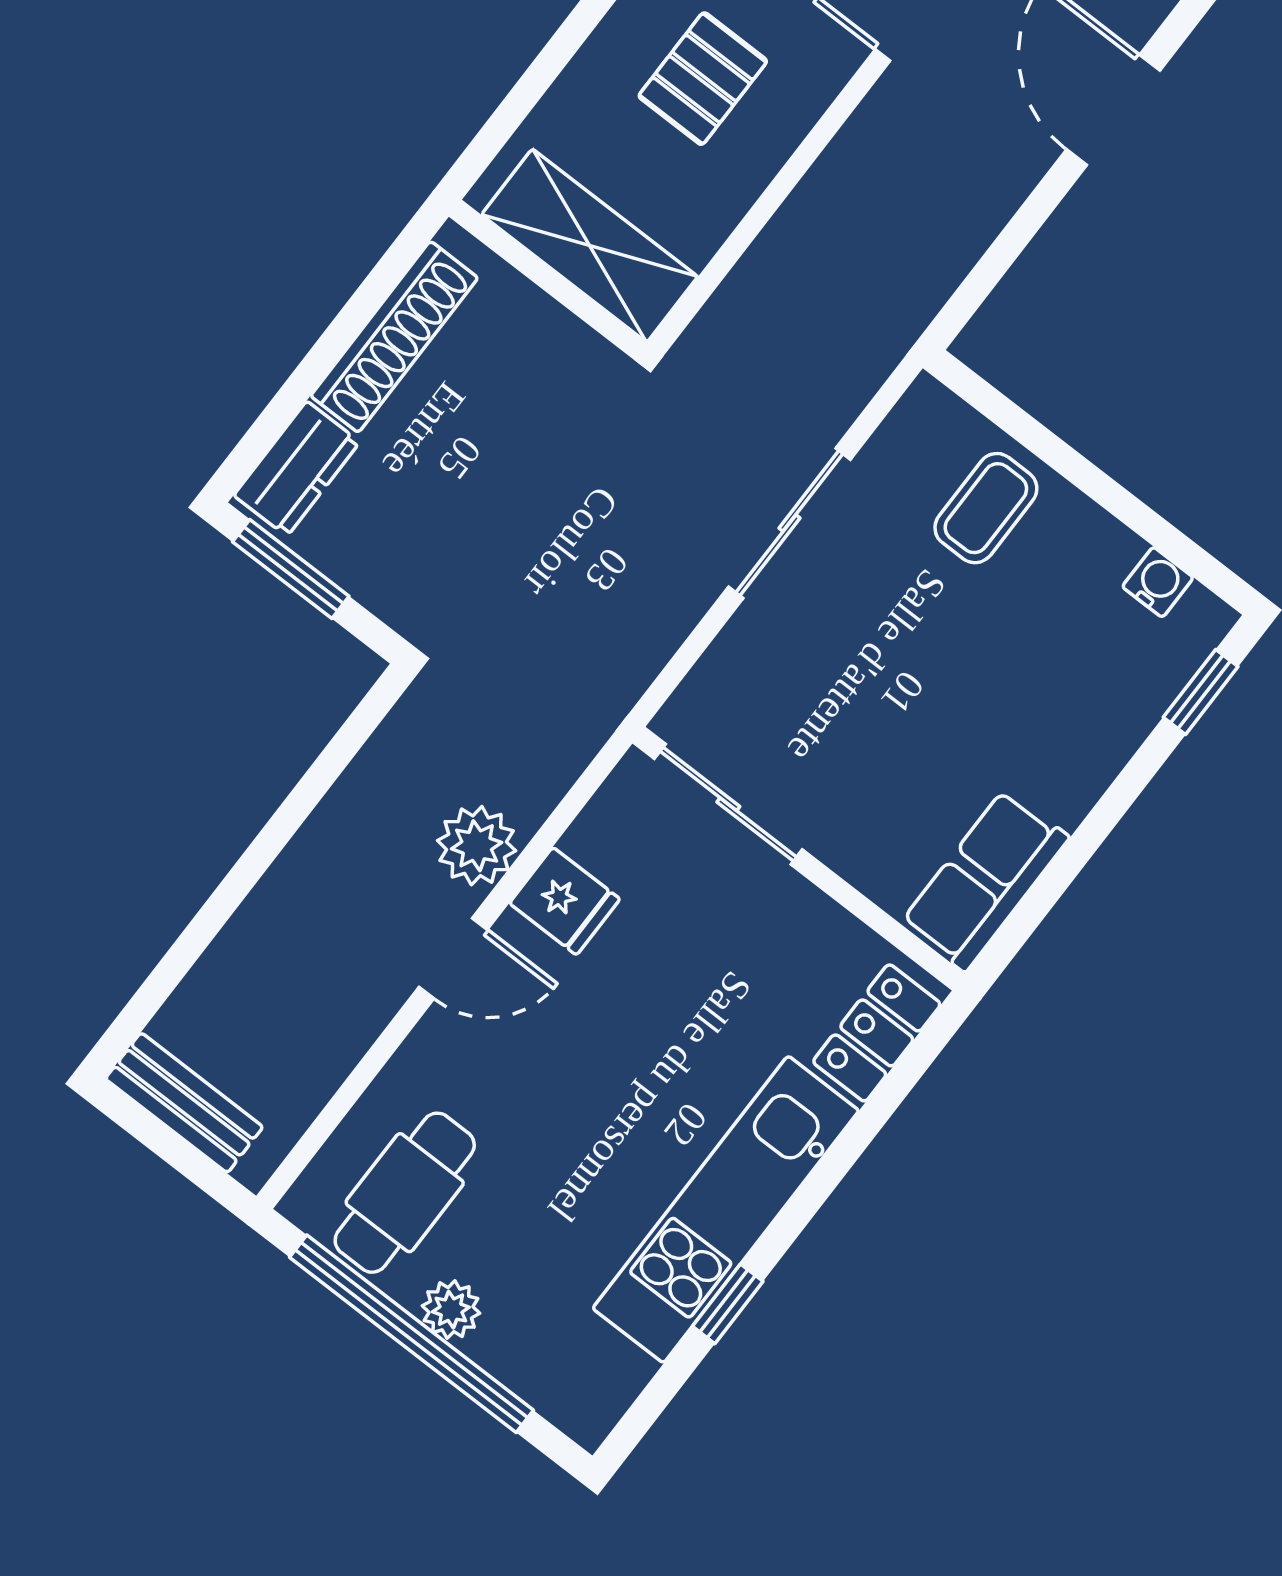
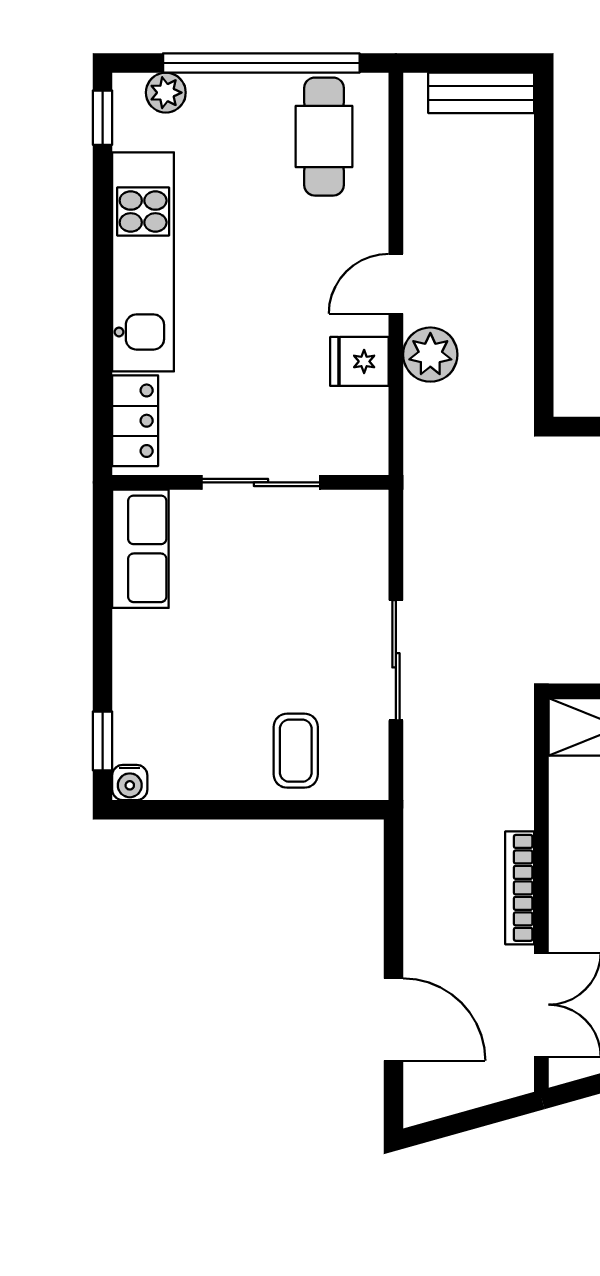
bookcase: (850, 149) -> (520, 888), added
water cooler: (1158, 582) -> (130, 783), moved
sliding door: (728, 804) -> (261, 482), moved
window: (728, 1304) -> (103, 118), moved
plant: (451, 1310) -> (166, 93), moved

